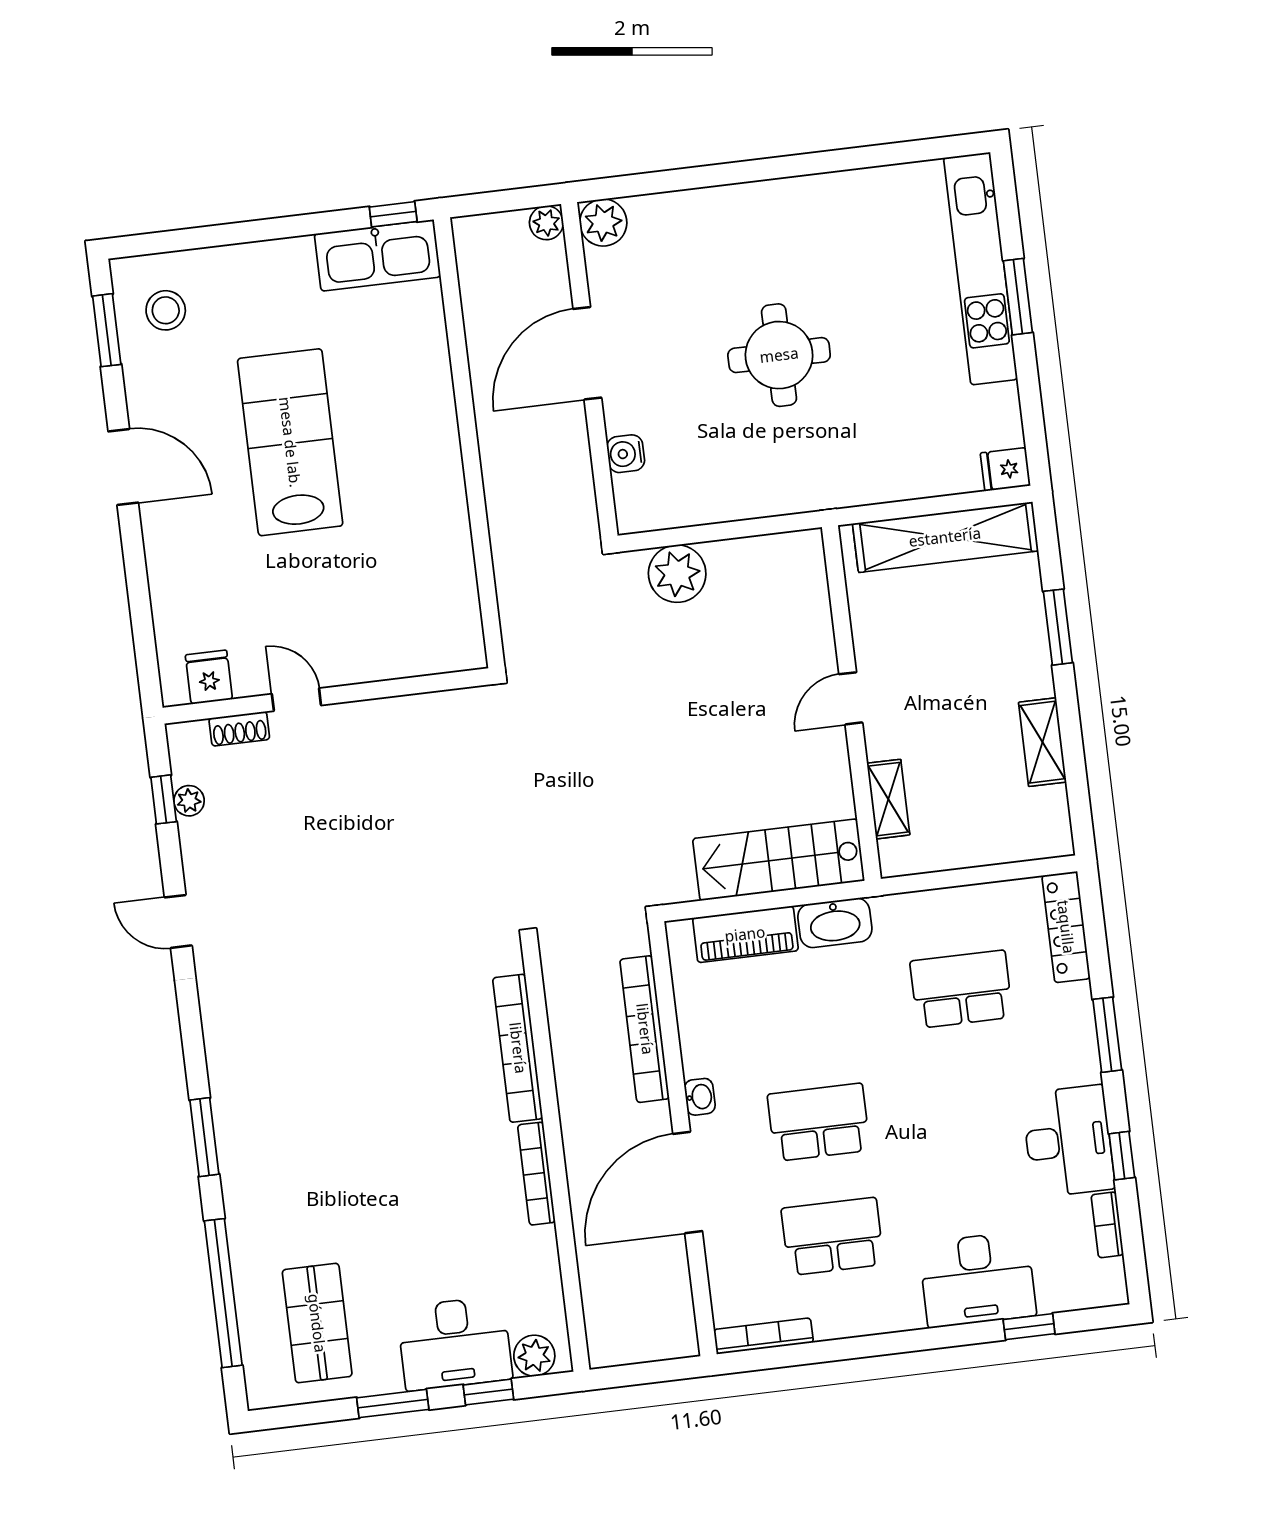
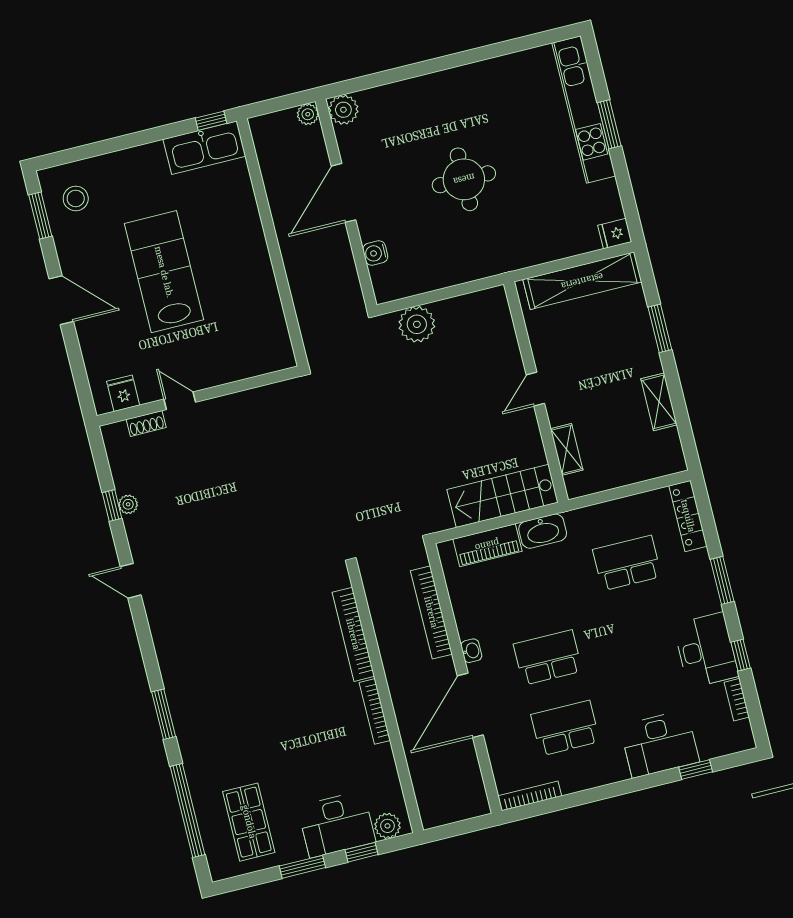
fridge: (209, 677) -> (123, 393), moved
wall: (326, 696) -> (198, 396), moved
door: (296, 700) -> (180, 401), moved
shoe rack: (239, 729) -> (146, 423), moved

